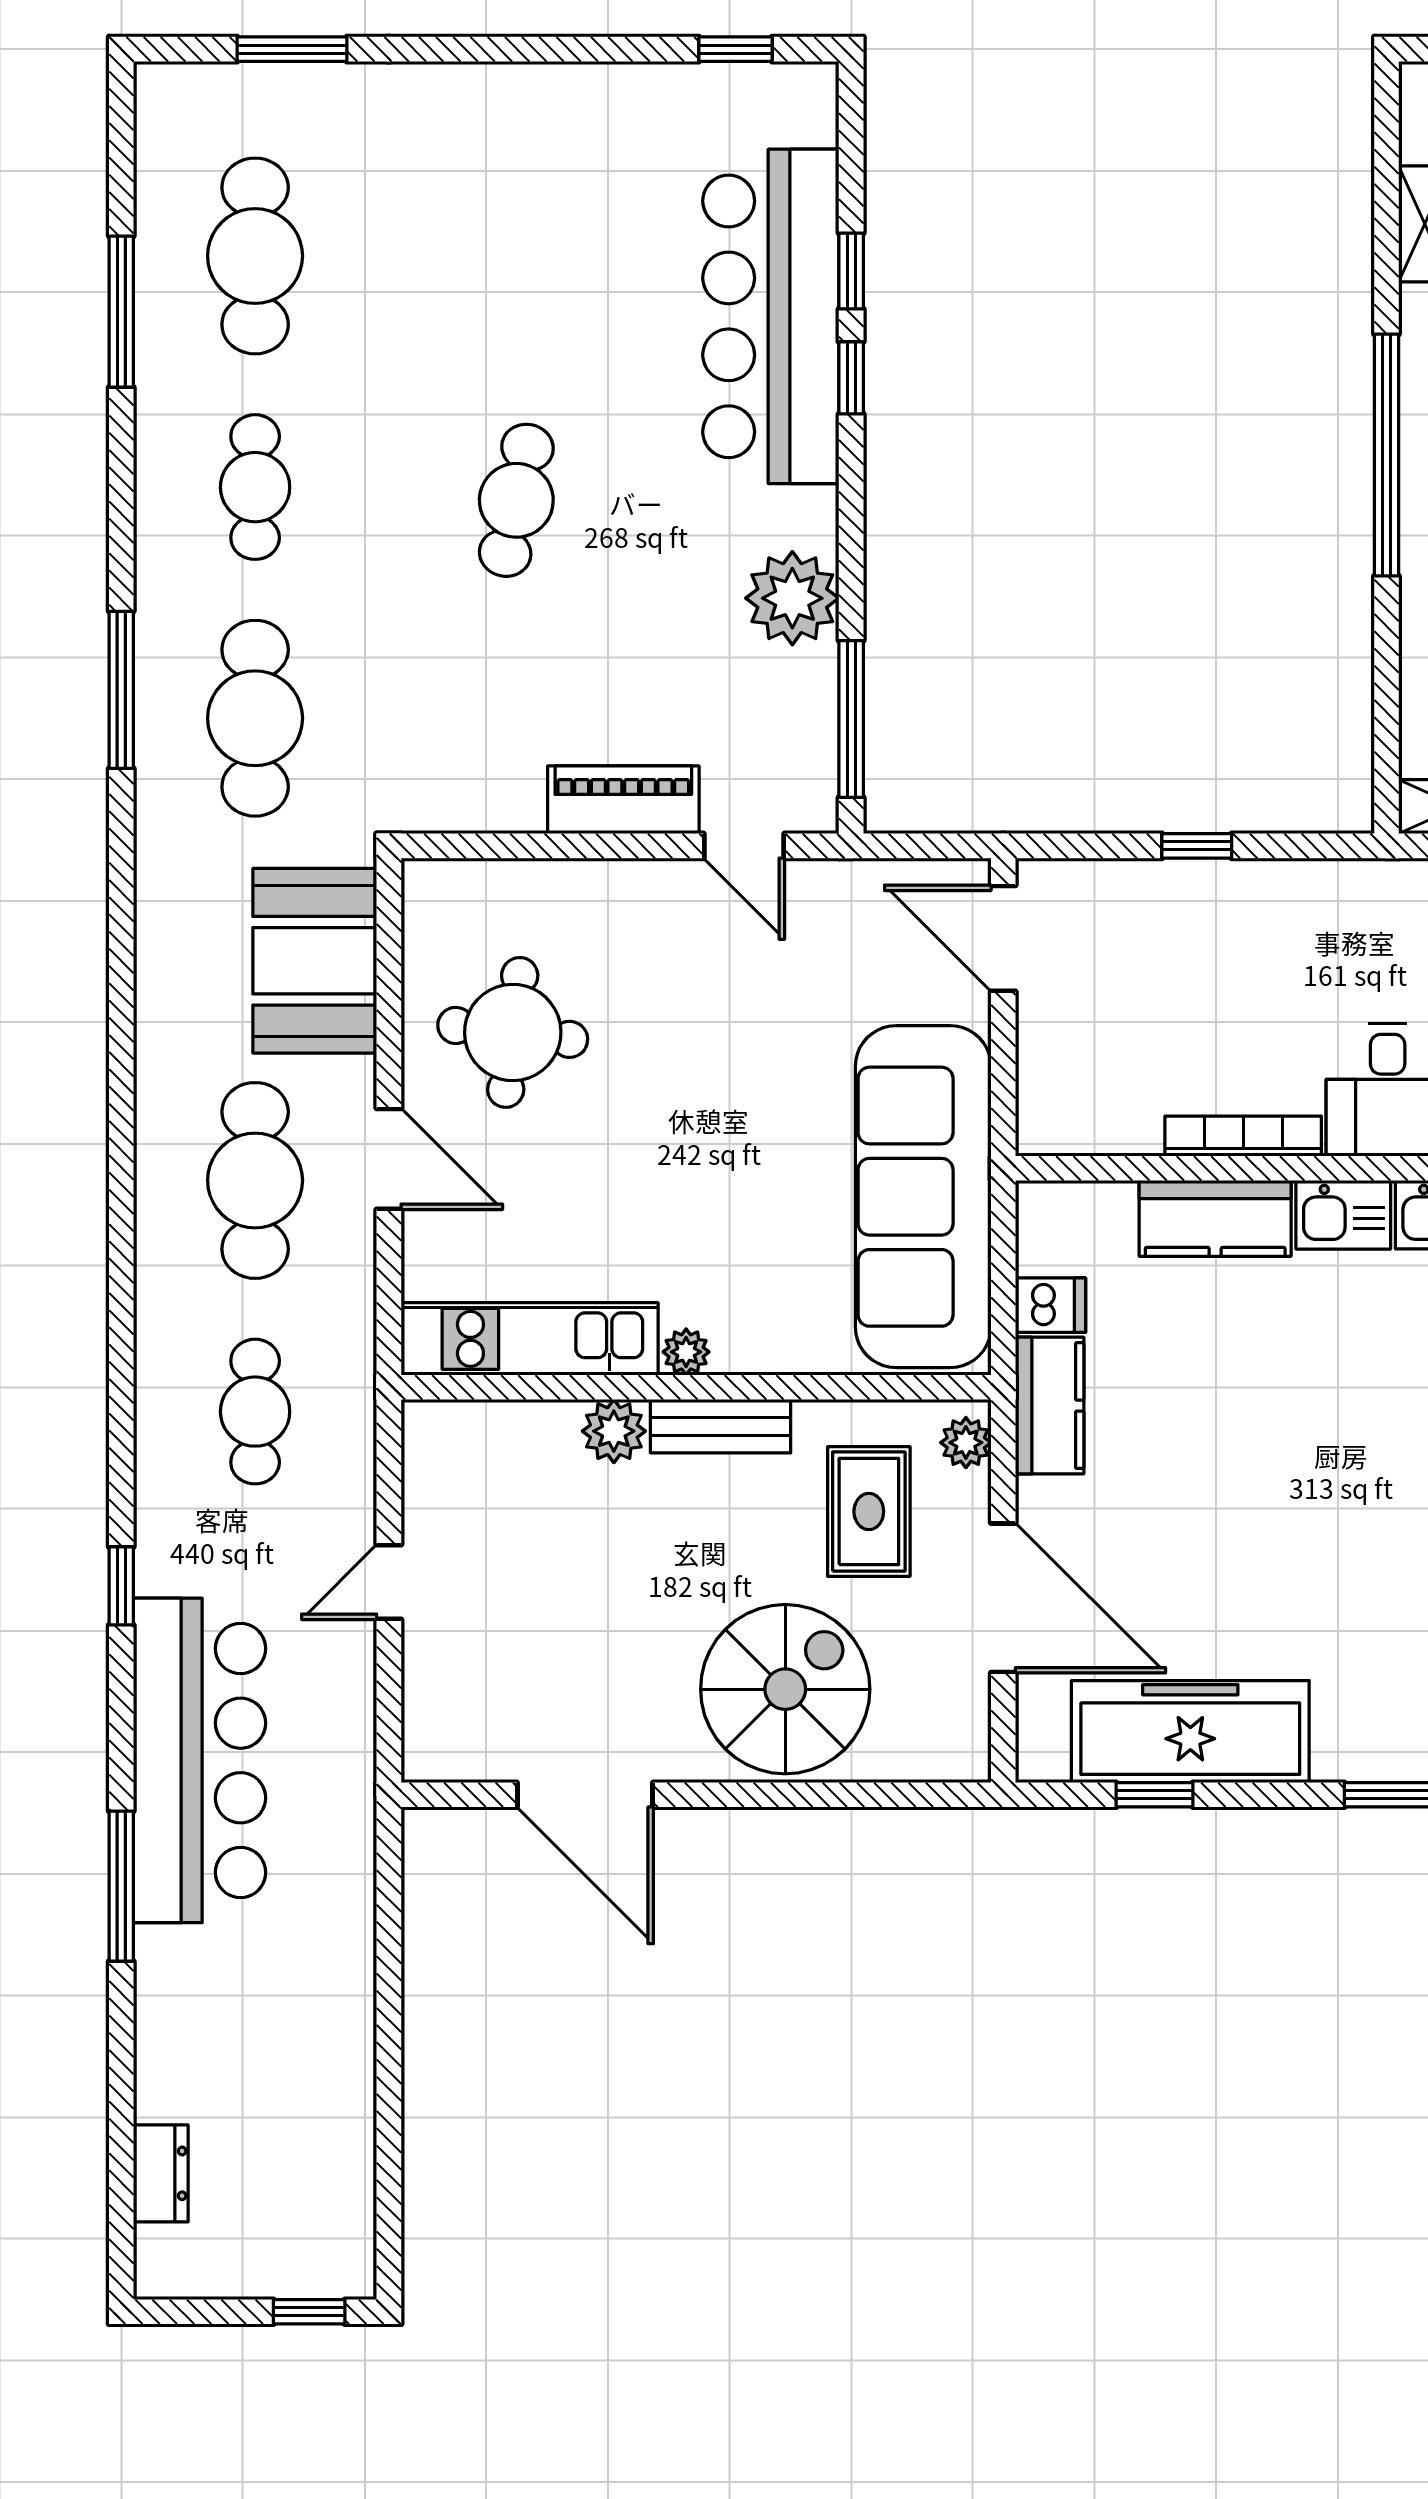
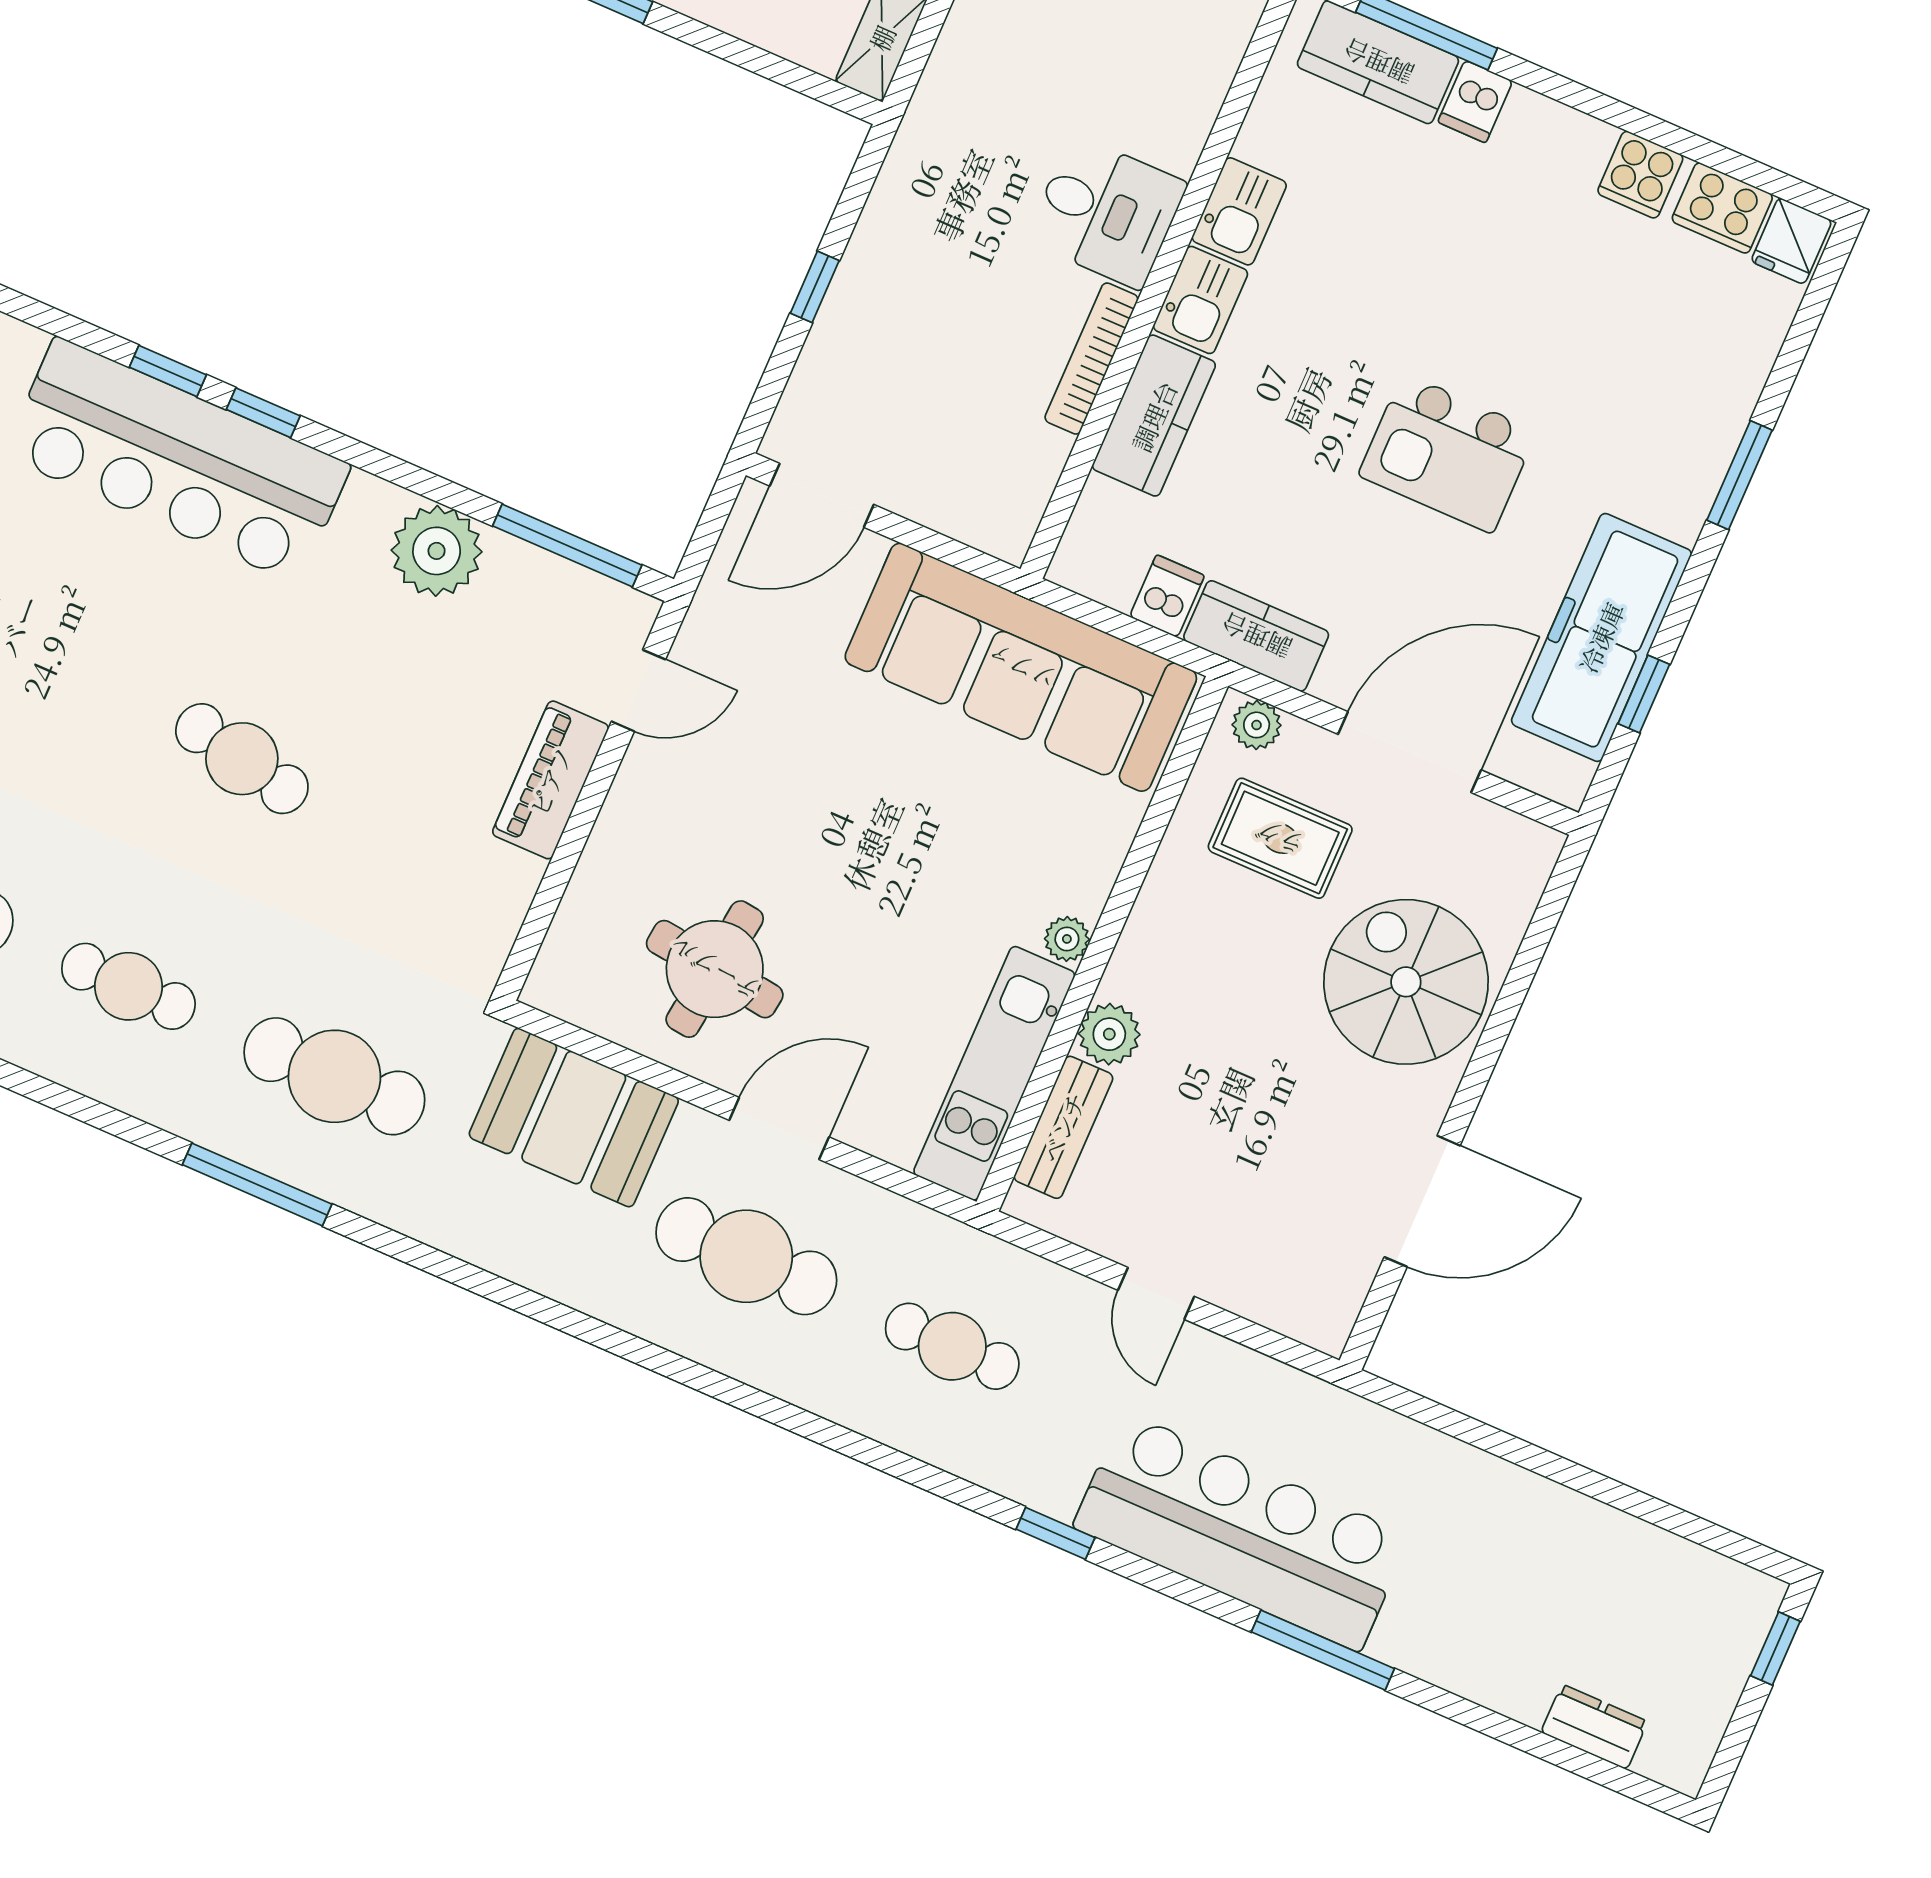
bench: (721, 1426) -> (1063, 1127), moved
kitchen island: (1301, 1511) -> (1448, 453), added

